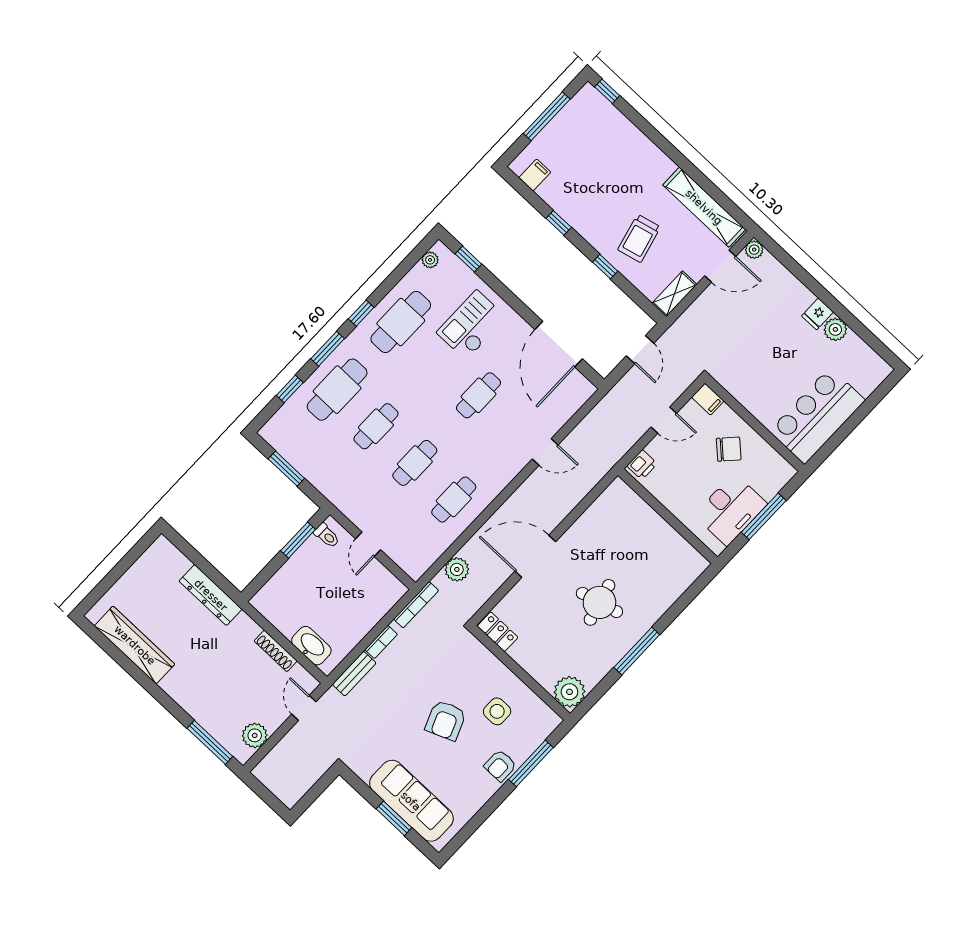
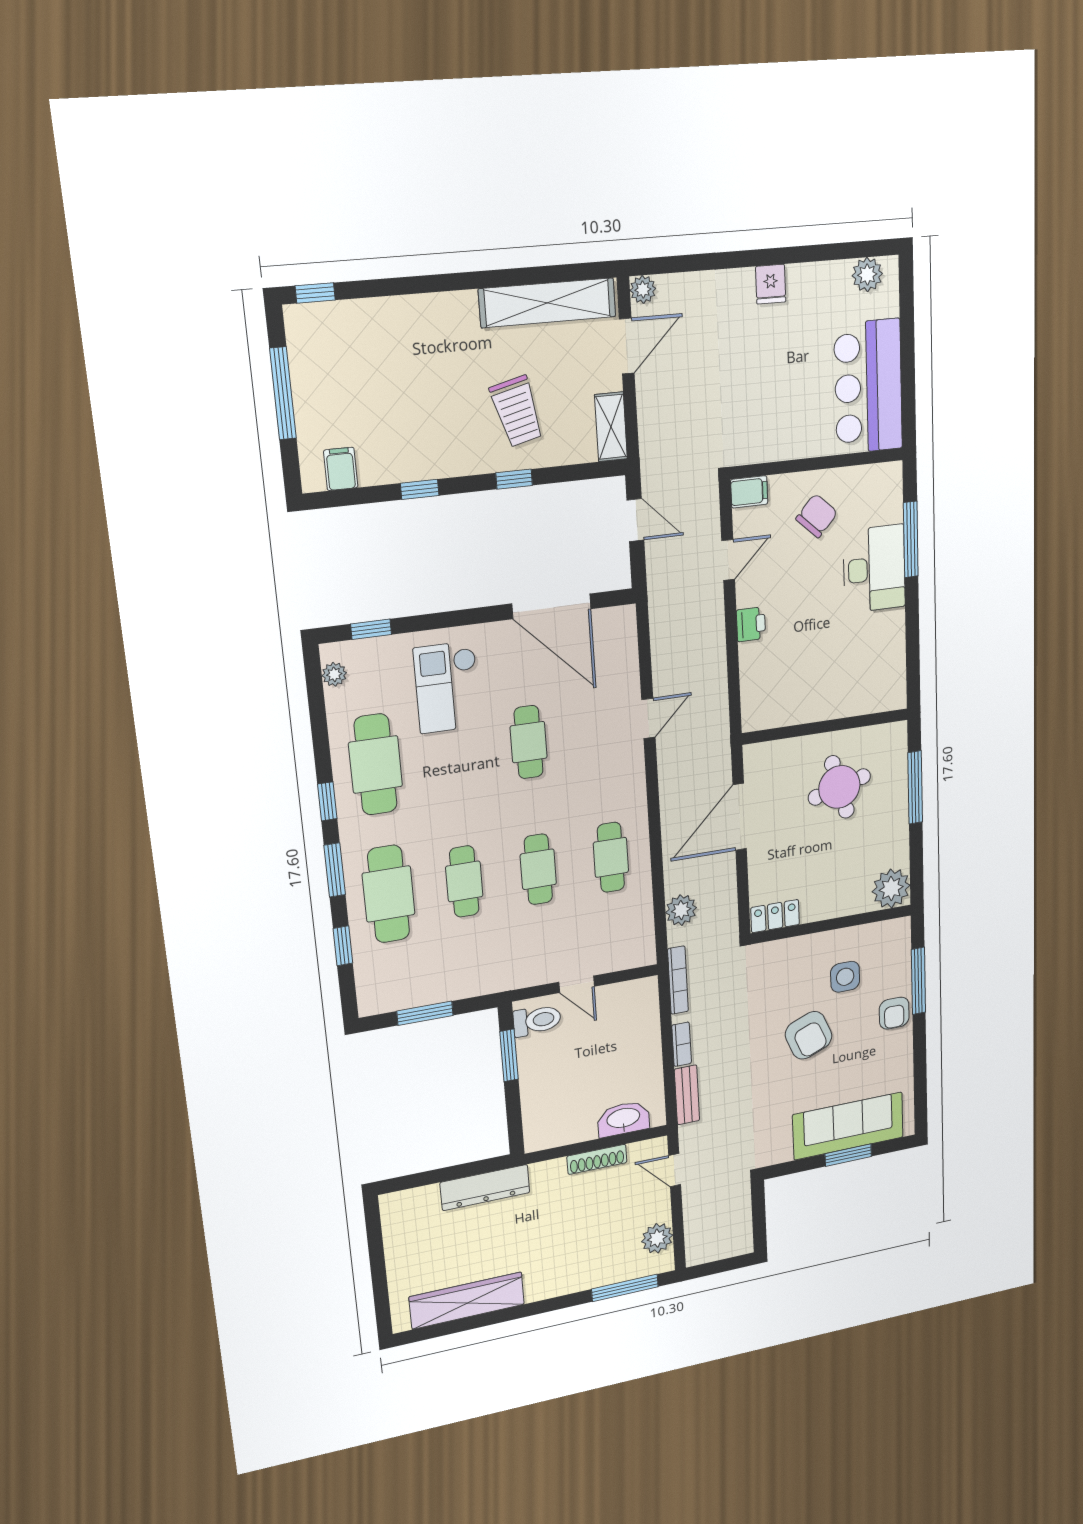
plant: (835, 329) -> (867, 275), moved
wall: (668, 516) -> (826, 726), moved
toilet: (327, 536) -> (537, 1020), width x1.37, depth x1.39

